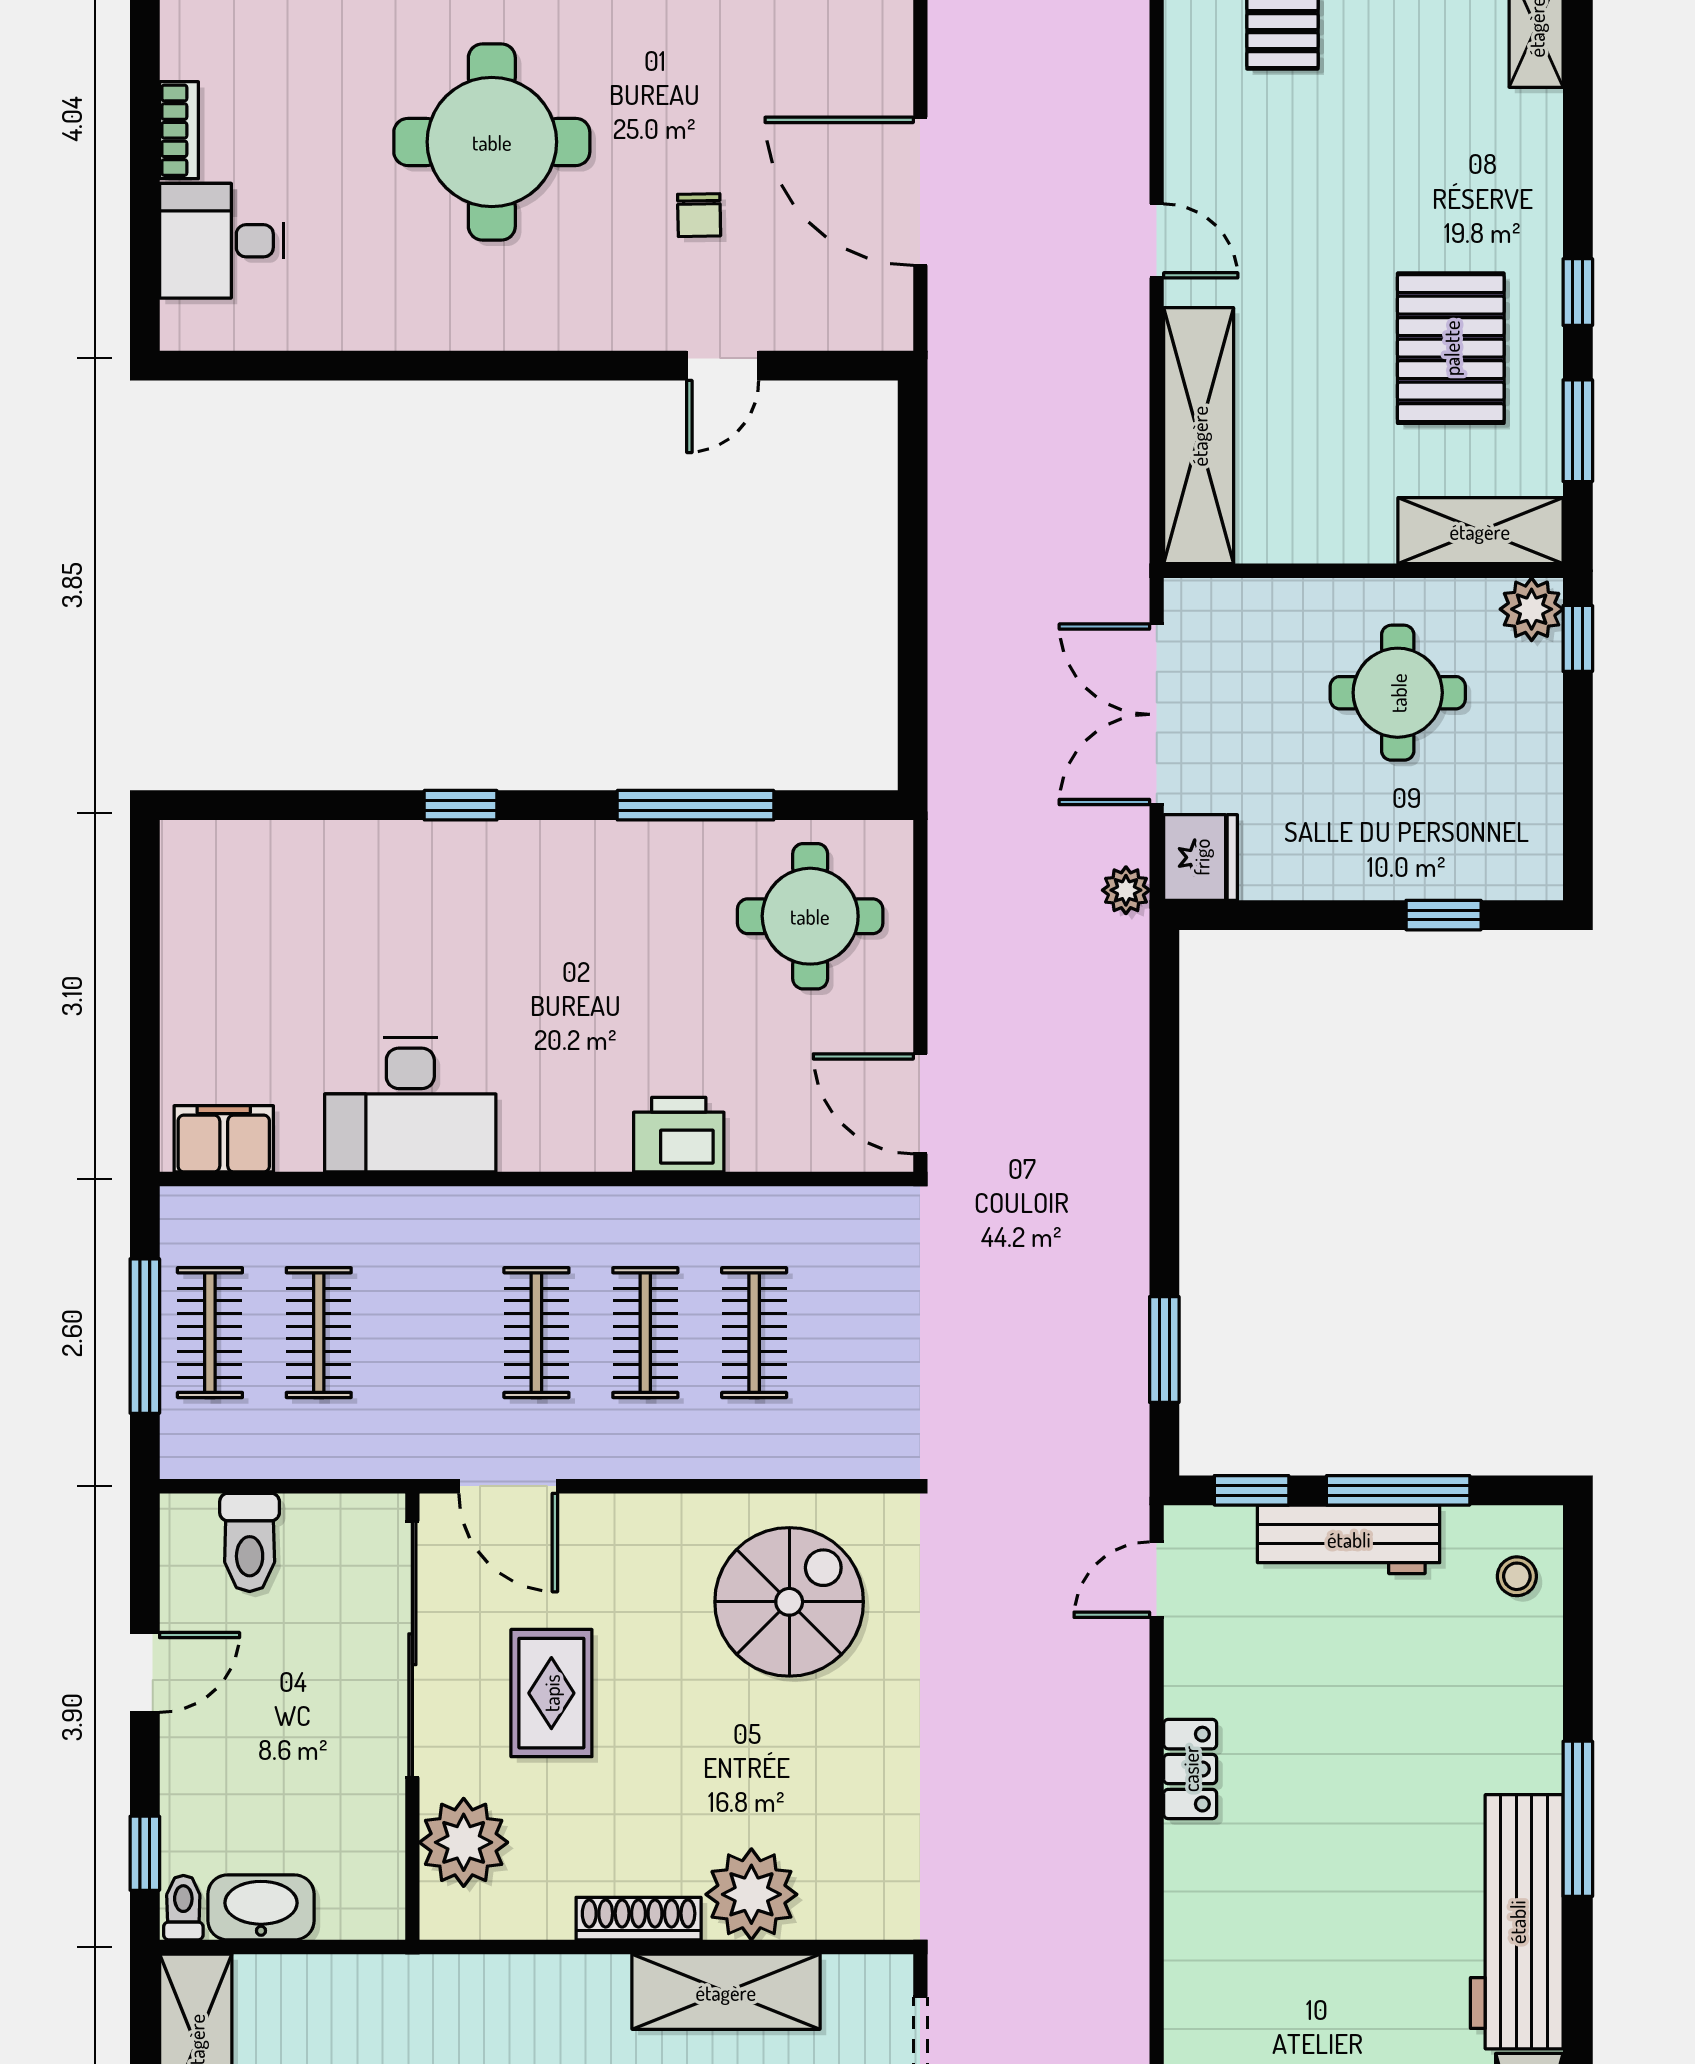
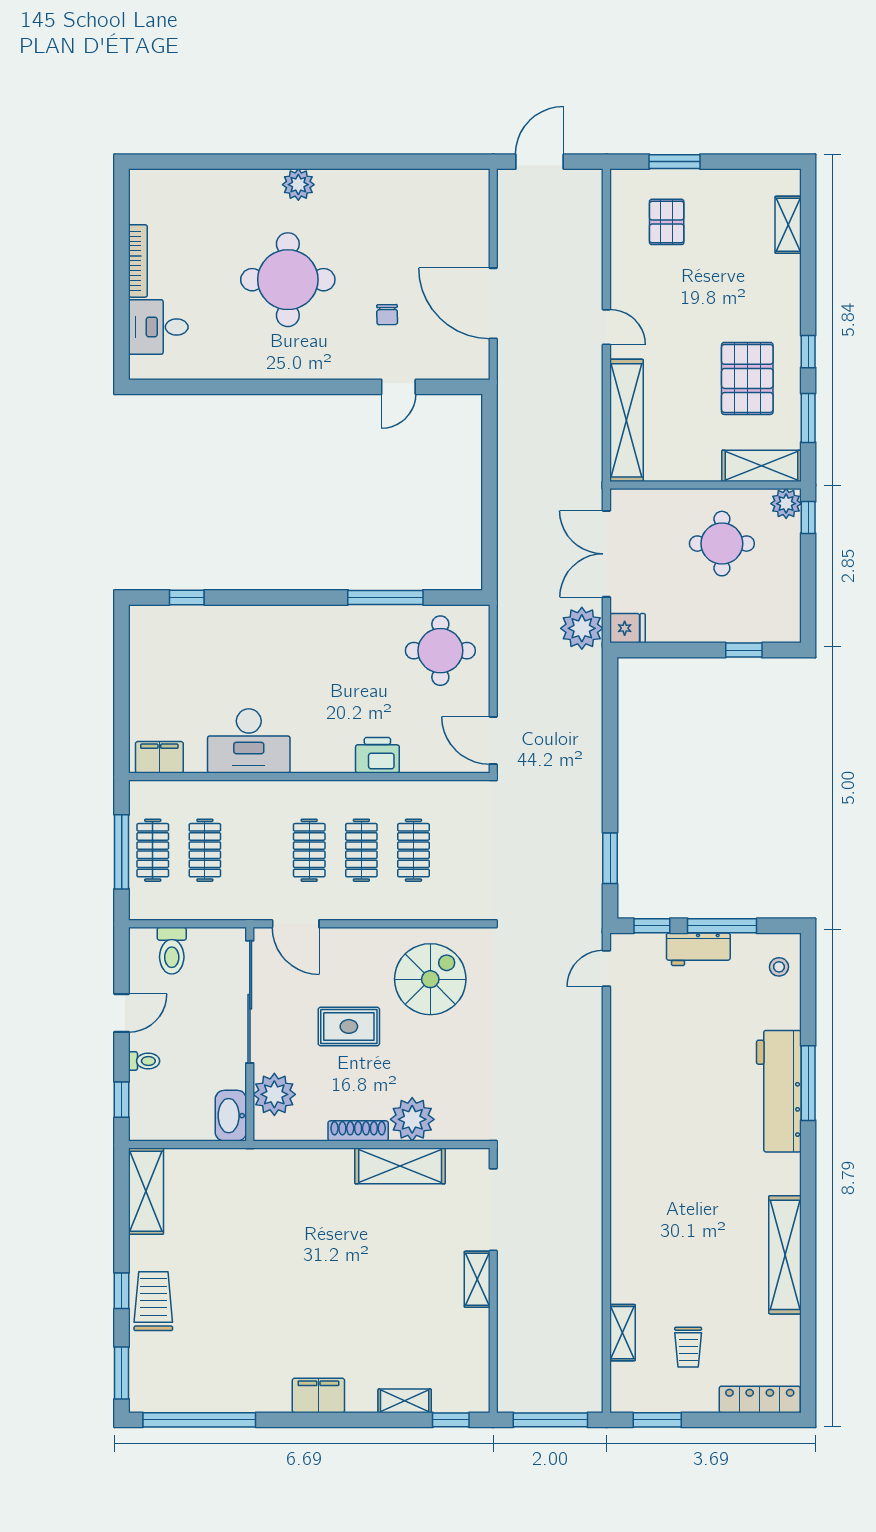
bookcase: (179, 130) -> (138, 261), width x1.56
window: (461, 805) -> (187, 597), moved
fridge: (1201, 857) -> (627, 628), width x0.72
plant: (1126, 890) -> (582, 628), width x1.88, depth x1.88
workbench: (1349, 1539) -> (698, 949), width x0.73
rug: (551, 1693) -> (349, 1026), moved, turned 90
locker: (1190, 1769) -> (622, 1059), removed
washbasin: (261, 1907) -> (231, 1116), moved, turned -90
toilet: (183, 1908) -> (144, 1061), moved, turned 90
workbench: (1517, 1922) -> (779, 1091), moved

